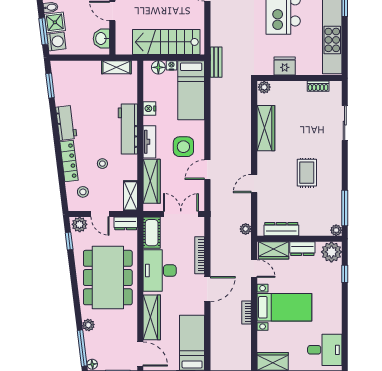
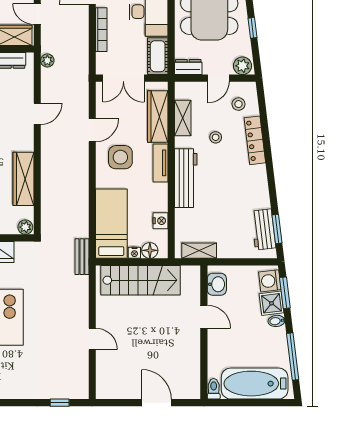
nightstand: (149, 108) -> (160, 221), moved
workbench: (66, 123) -> (263, 229), moved
shelving: (130, 196) -> (183, 118), moved
door: (100, 214) -> (218, 78), swing flipped
window: (69, 241) -> (253, 28), moved

